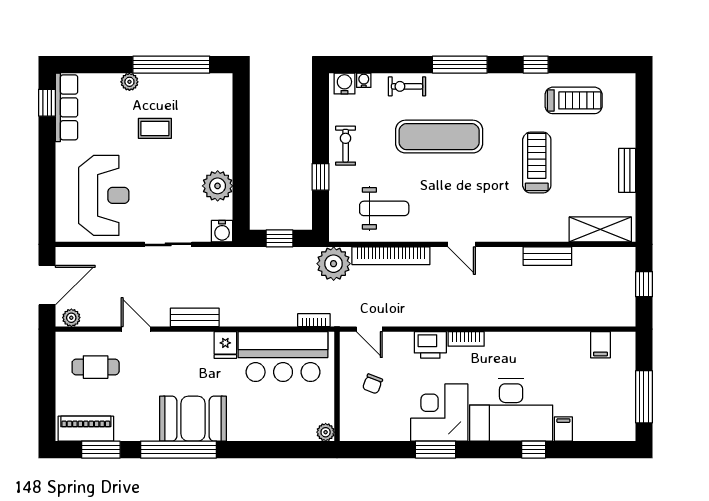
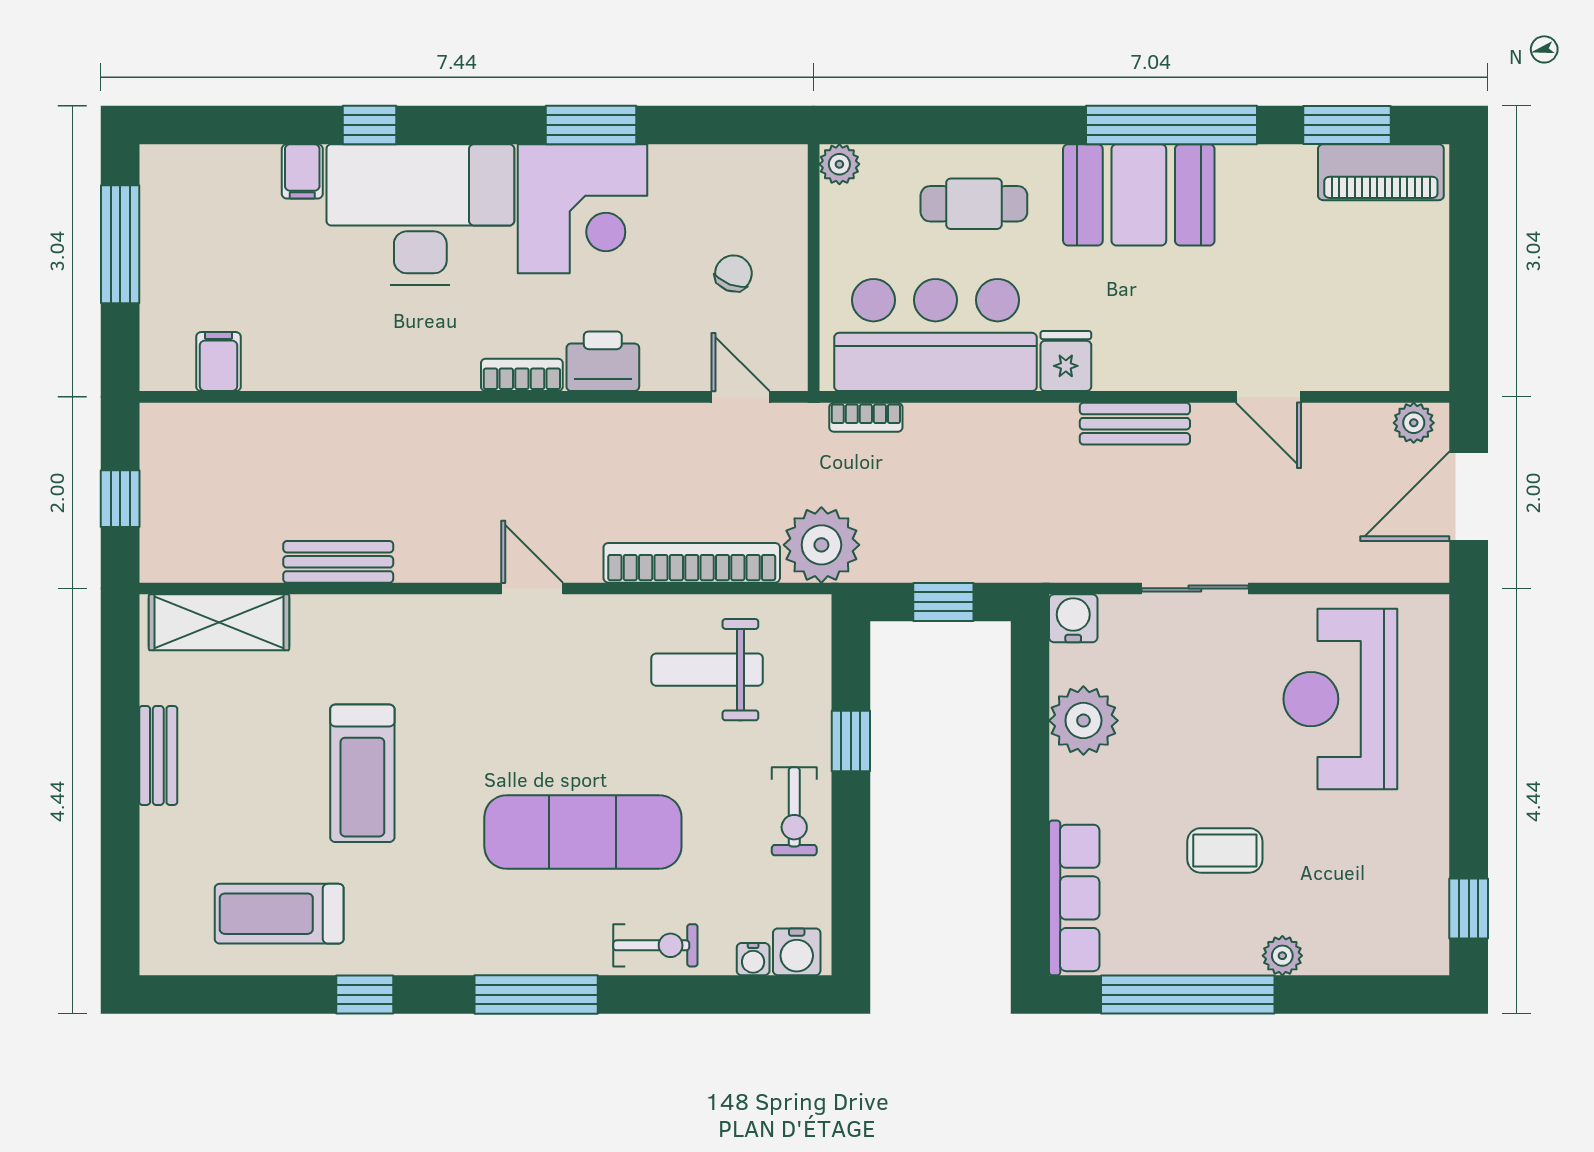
row of seats: (67, 107) -> (1074, 898), moved, turned 180
cafe table: (96, 367) -> (974, 204), moved

